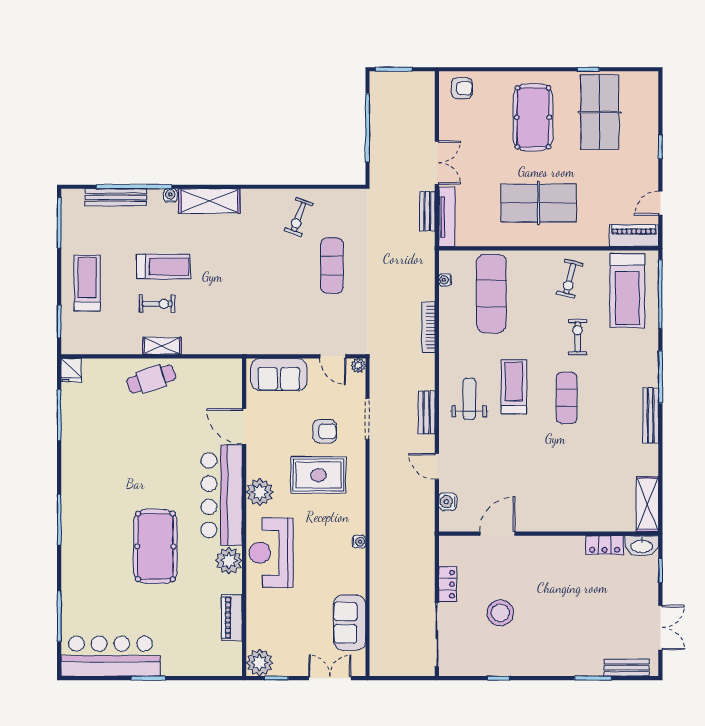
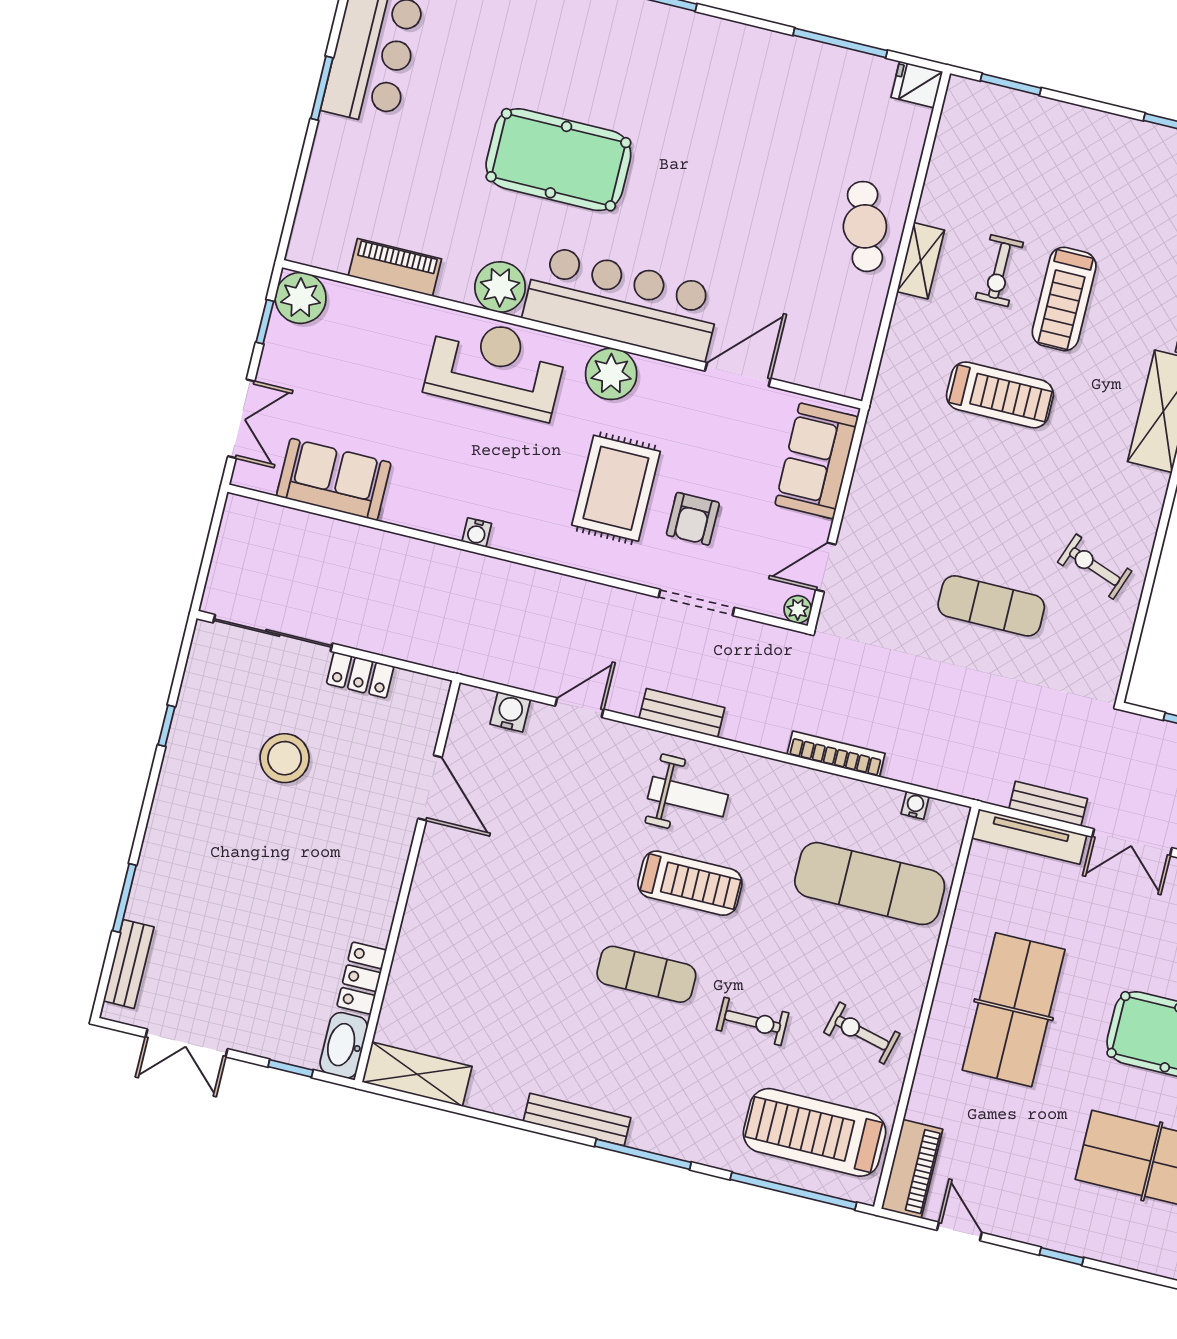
treadmill: (87, 283) -> (1000, 395), moved

